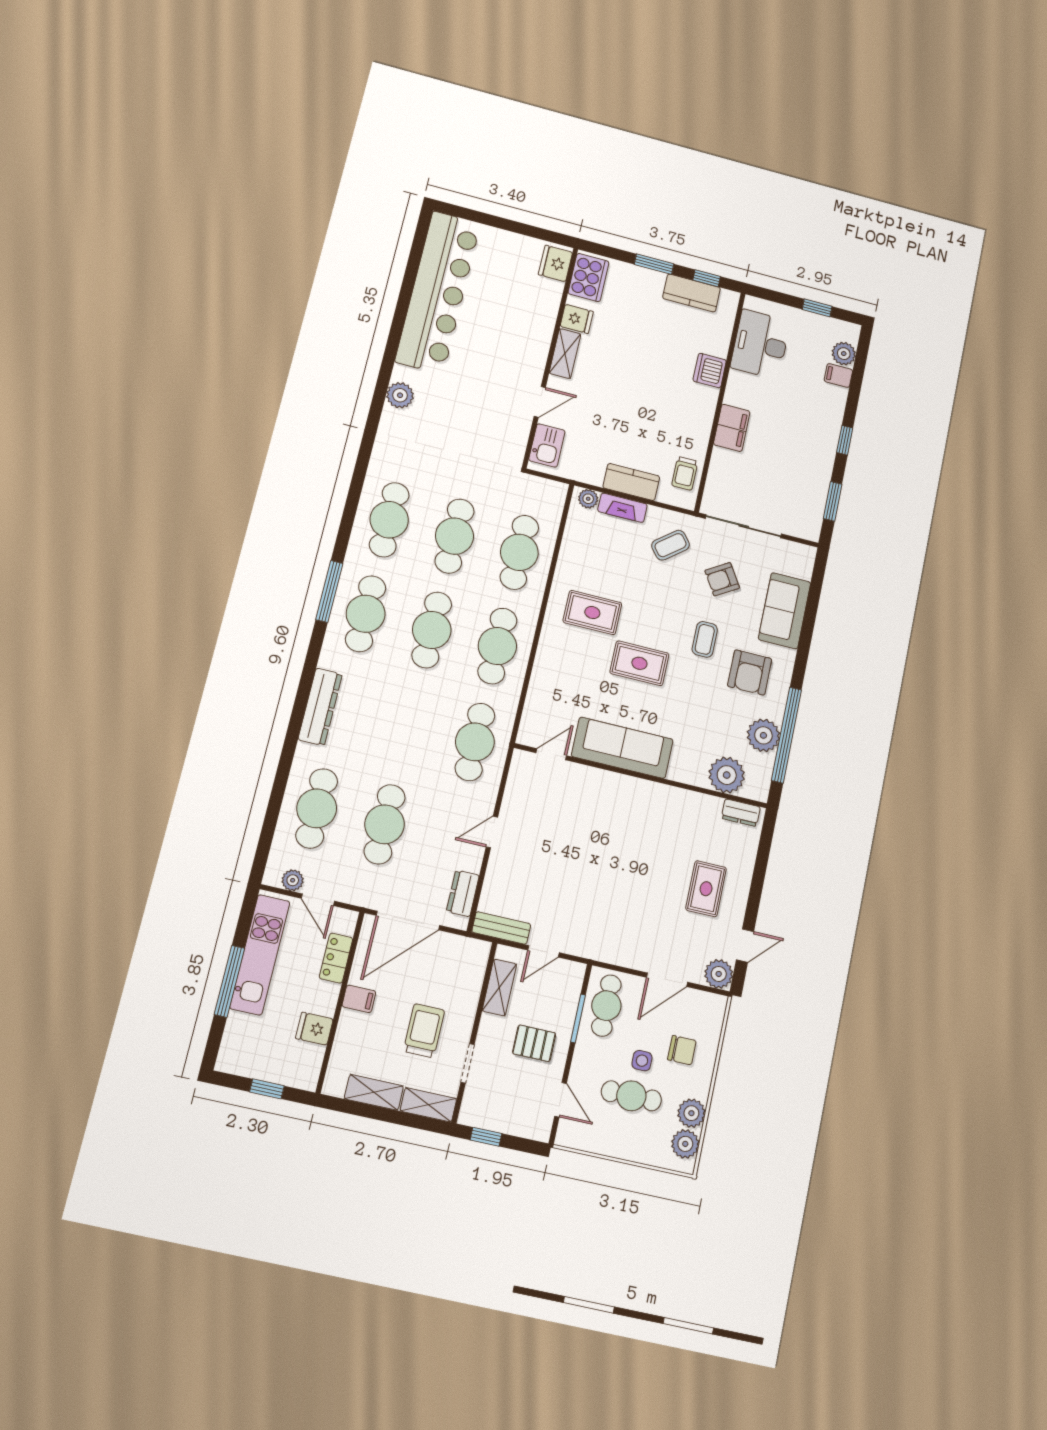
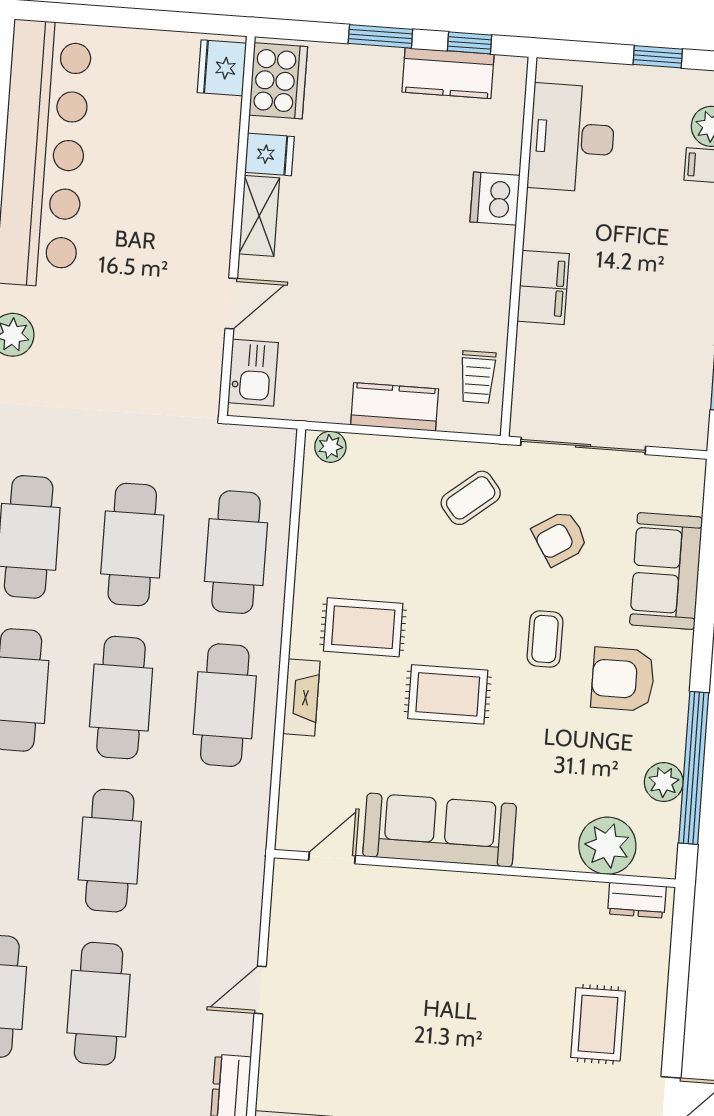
fireplace: (622, 508) -> (301, 697), moved, turned -90
armchair: (750, 672) -> (623, 679), turned 90
plant: (763, 735) -> (664, 782), width x0.73, depth x0.73
cafe table: (475, 742) -> (110, 851), moved

